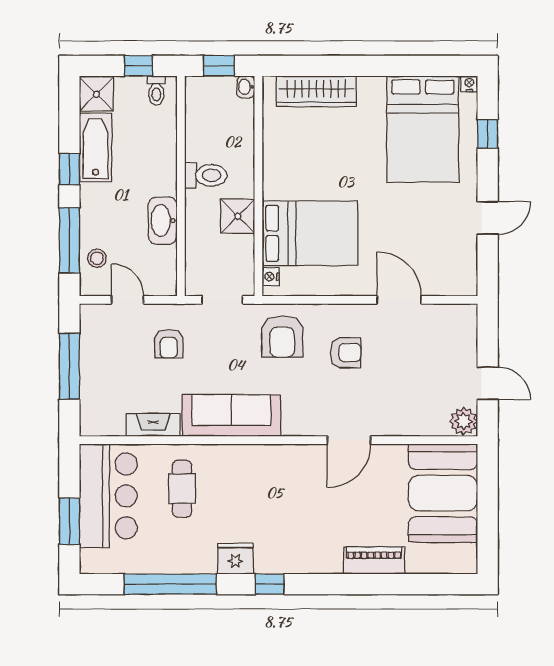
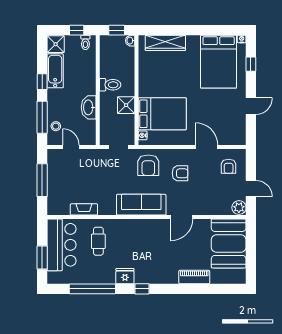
armchair: (169, 344) -> (229, 166), moved
sofa: (231, 415) -> (141, 205), moved

